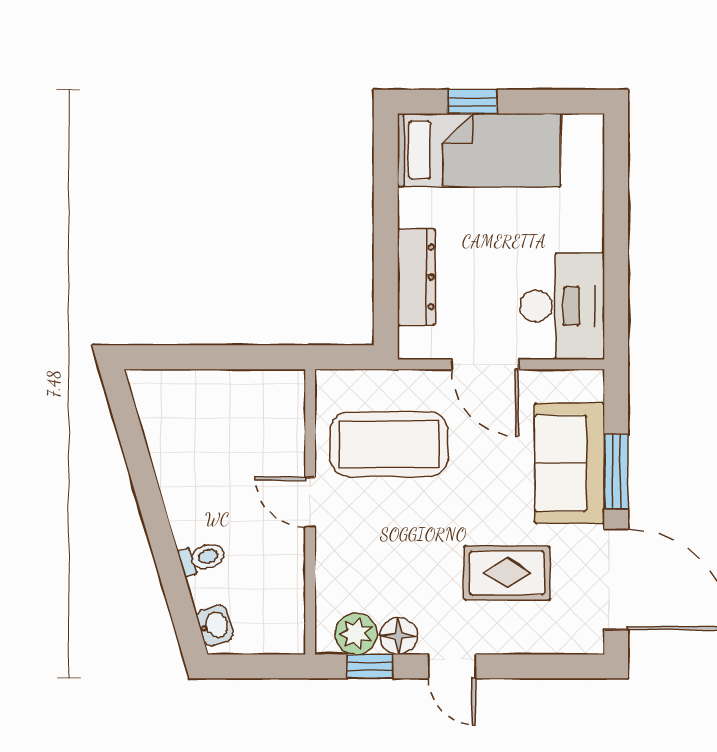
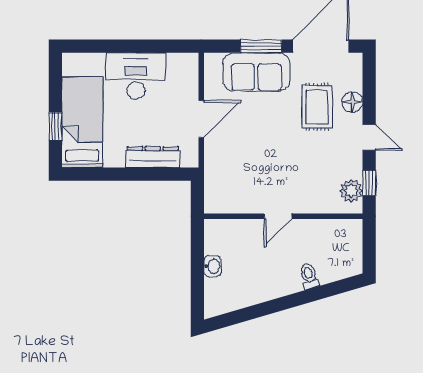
desk: (562, 306) -> (136, 76), moved
coffee table: (389, 444) -> (246, 172), removed
washbasin: (215, 625) -> (212, 266), moved, turned 106
floor lamp: (399, 636) -> (352, 102), moved
door: (452, 666) -> (369, 137), hinge flipped

